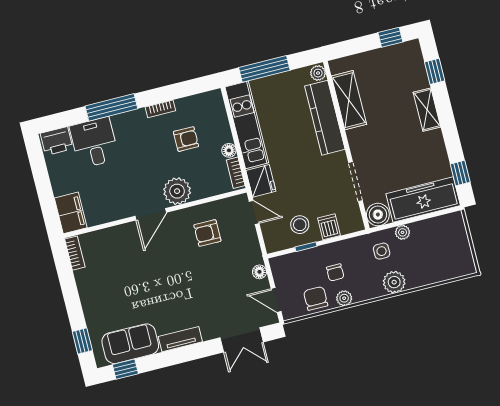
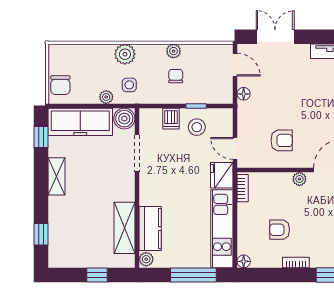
window: (390, 37) -> (97, 275), moved
shelving: (427, 110) -> (57, 176), moved
kitchen counter: (325, 118) -> (150, 229), width x0.67
floor lamp: (229, 150) -> (244, 261), moved
plant: (177, 191) -> (299, 179), width x0.53, depth x0.53
chair: (316, 298) -> (60, 85), moved

